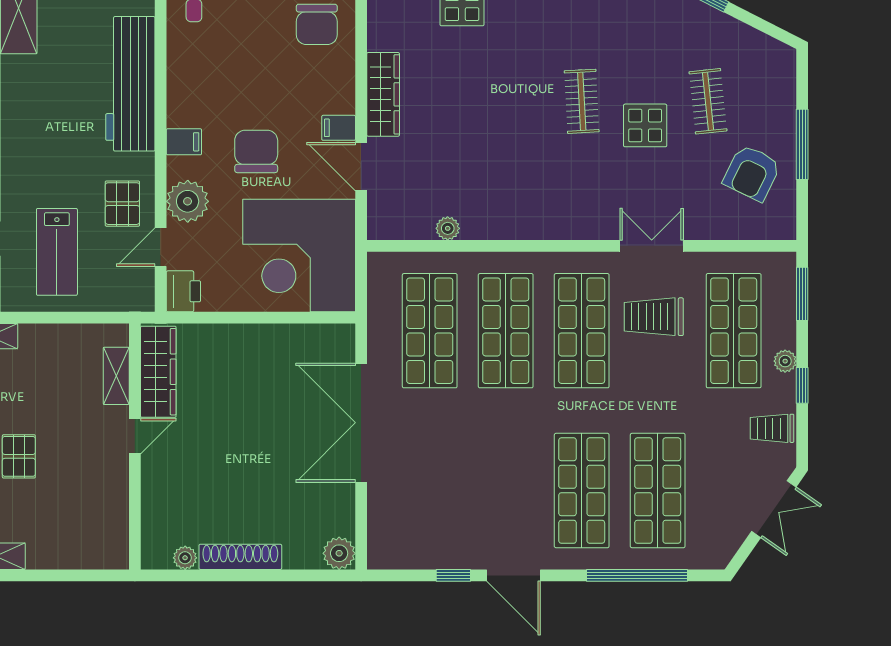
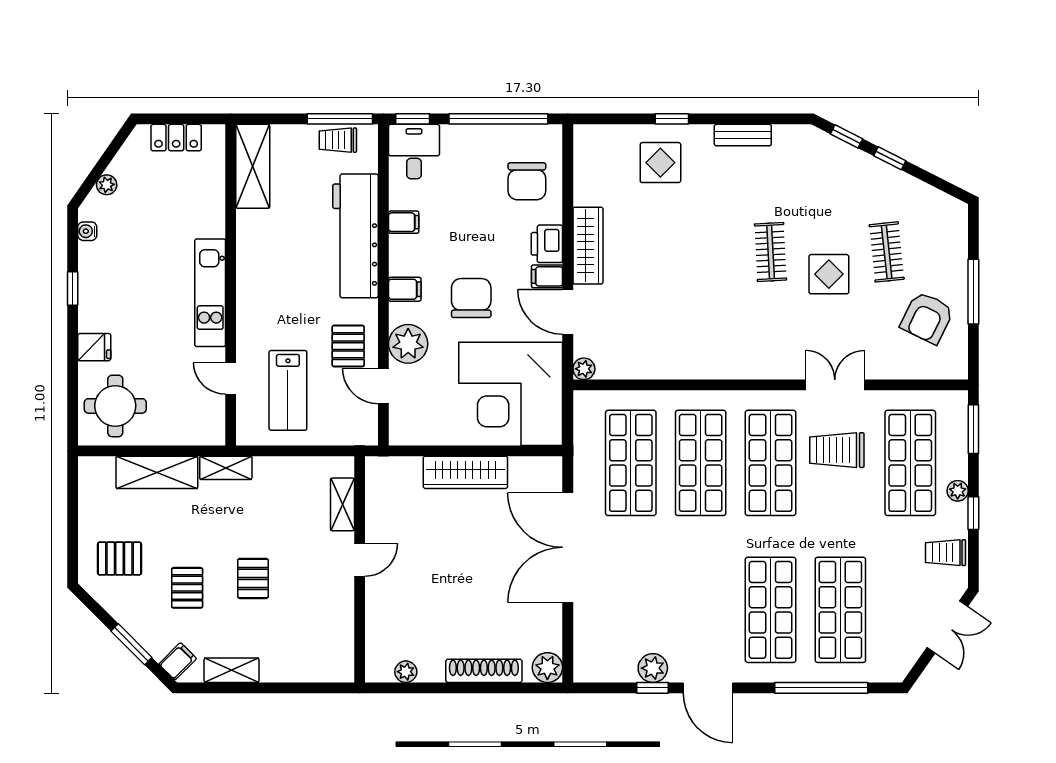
filing cabinet: (183, 69) -> (404, 222), added
plant: (448, 228) -> (584, 369), moved
door: (161, 247) -> (383, 386), hinge flipped
printer: (183, 291) -> (547, 244), moved, turned 180
wardrobe: (158, 372) -> (465, 472), moved, turned 90
plant: (454, 554) -> (653, 668), added
shoe rack: (240, 557) -> (484, 671), moved

